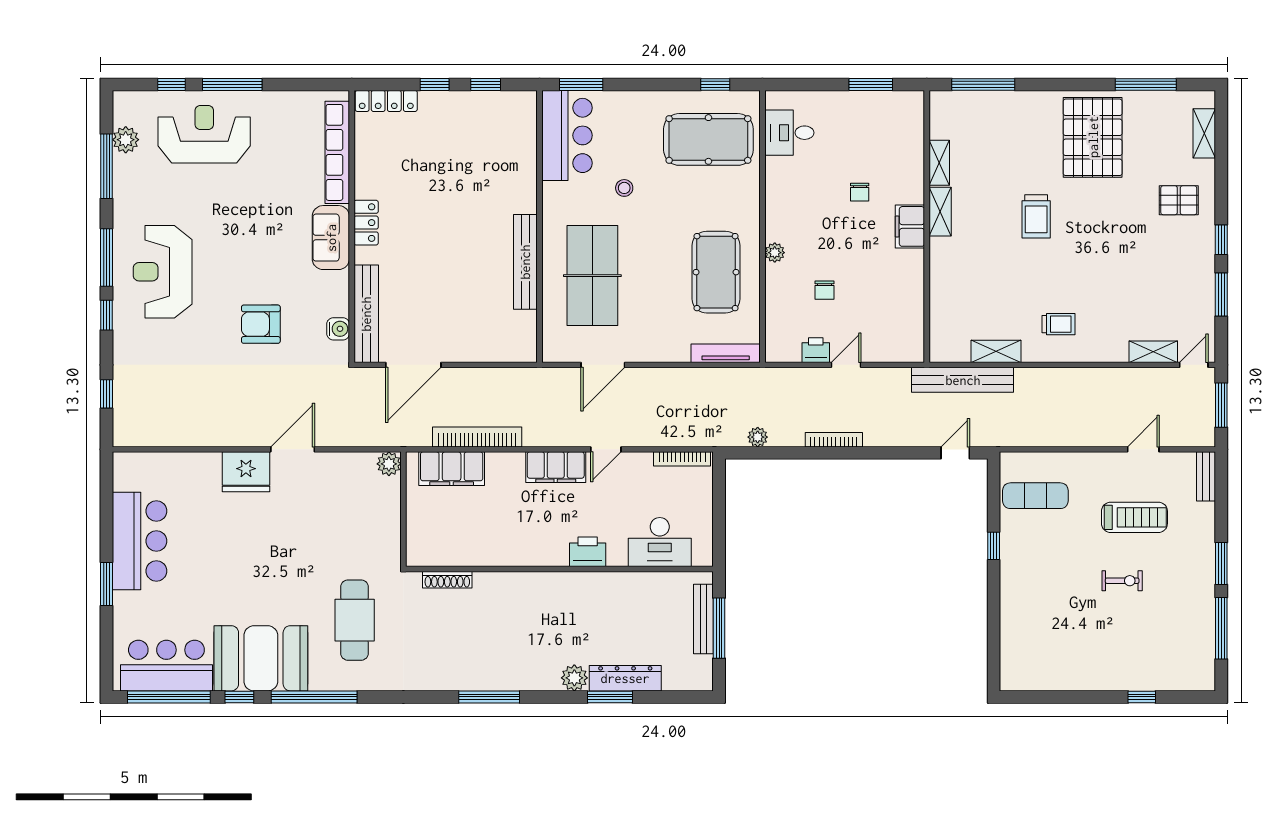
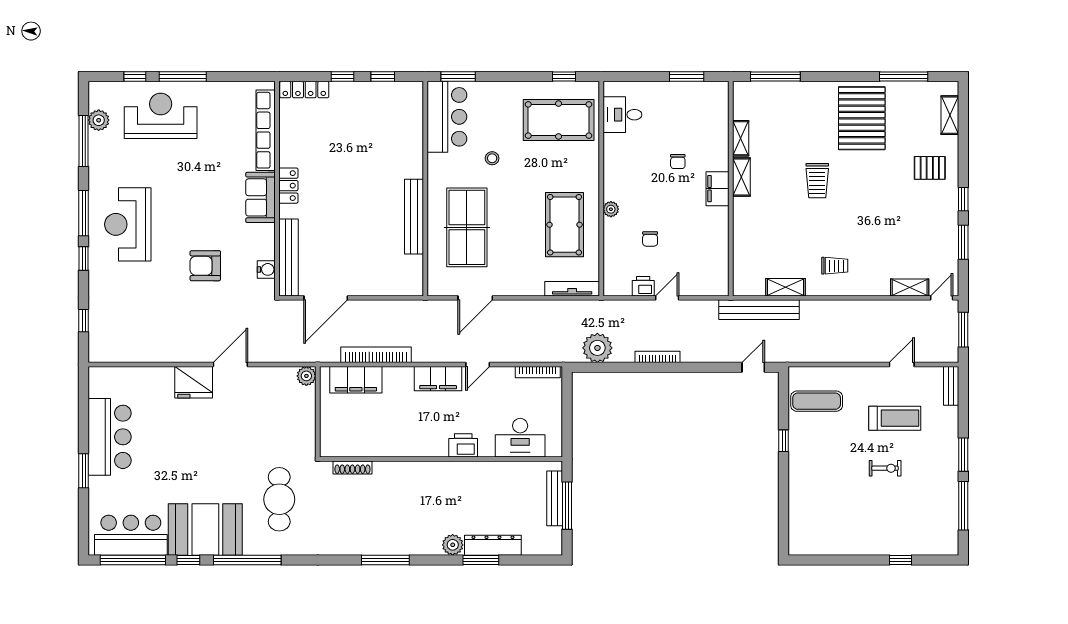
plant: (758, 437) -> (597, 348), width x1.88, depth x1.88

